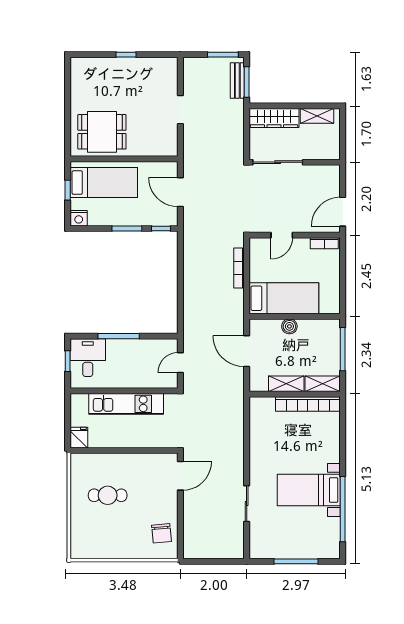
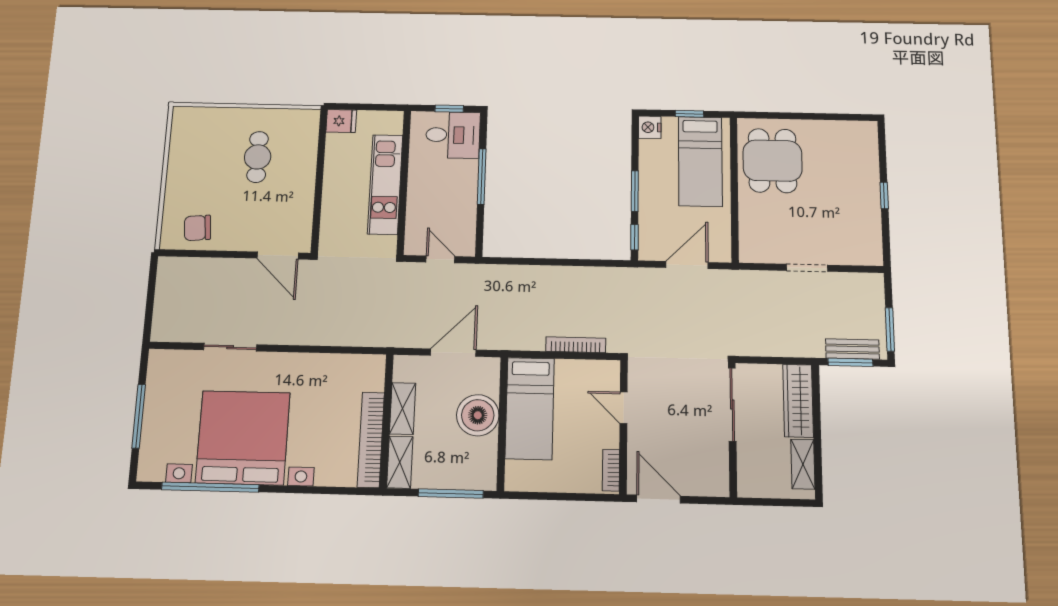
boiler: (289, 326) -> (478, 415), width x1.86, depth x1.86
bed with nightstands: (309, 490) -> (243, 438), width x1.85

